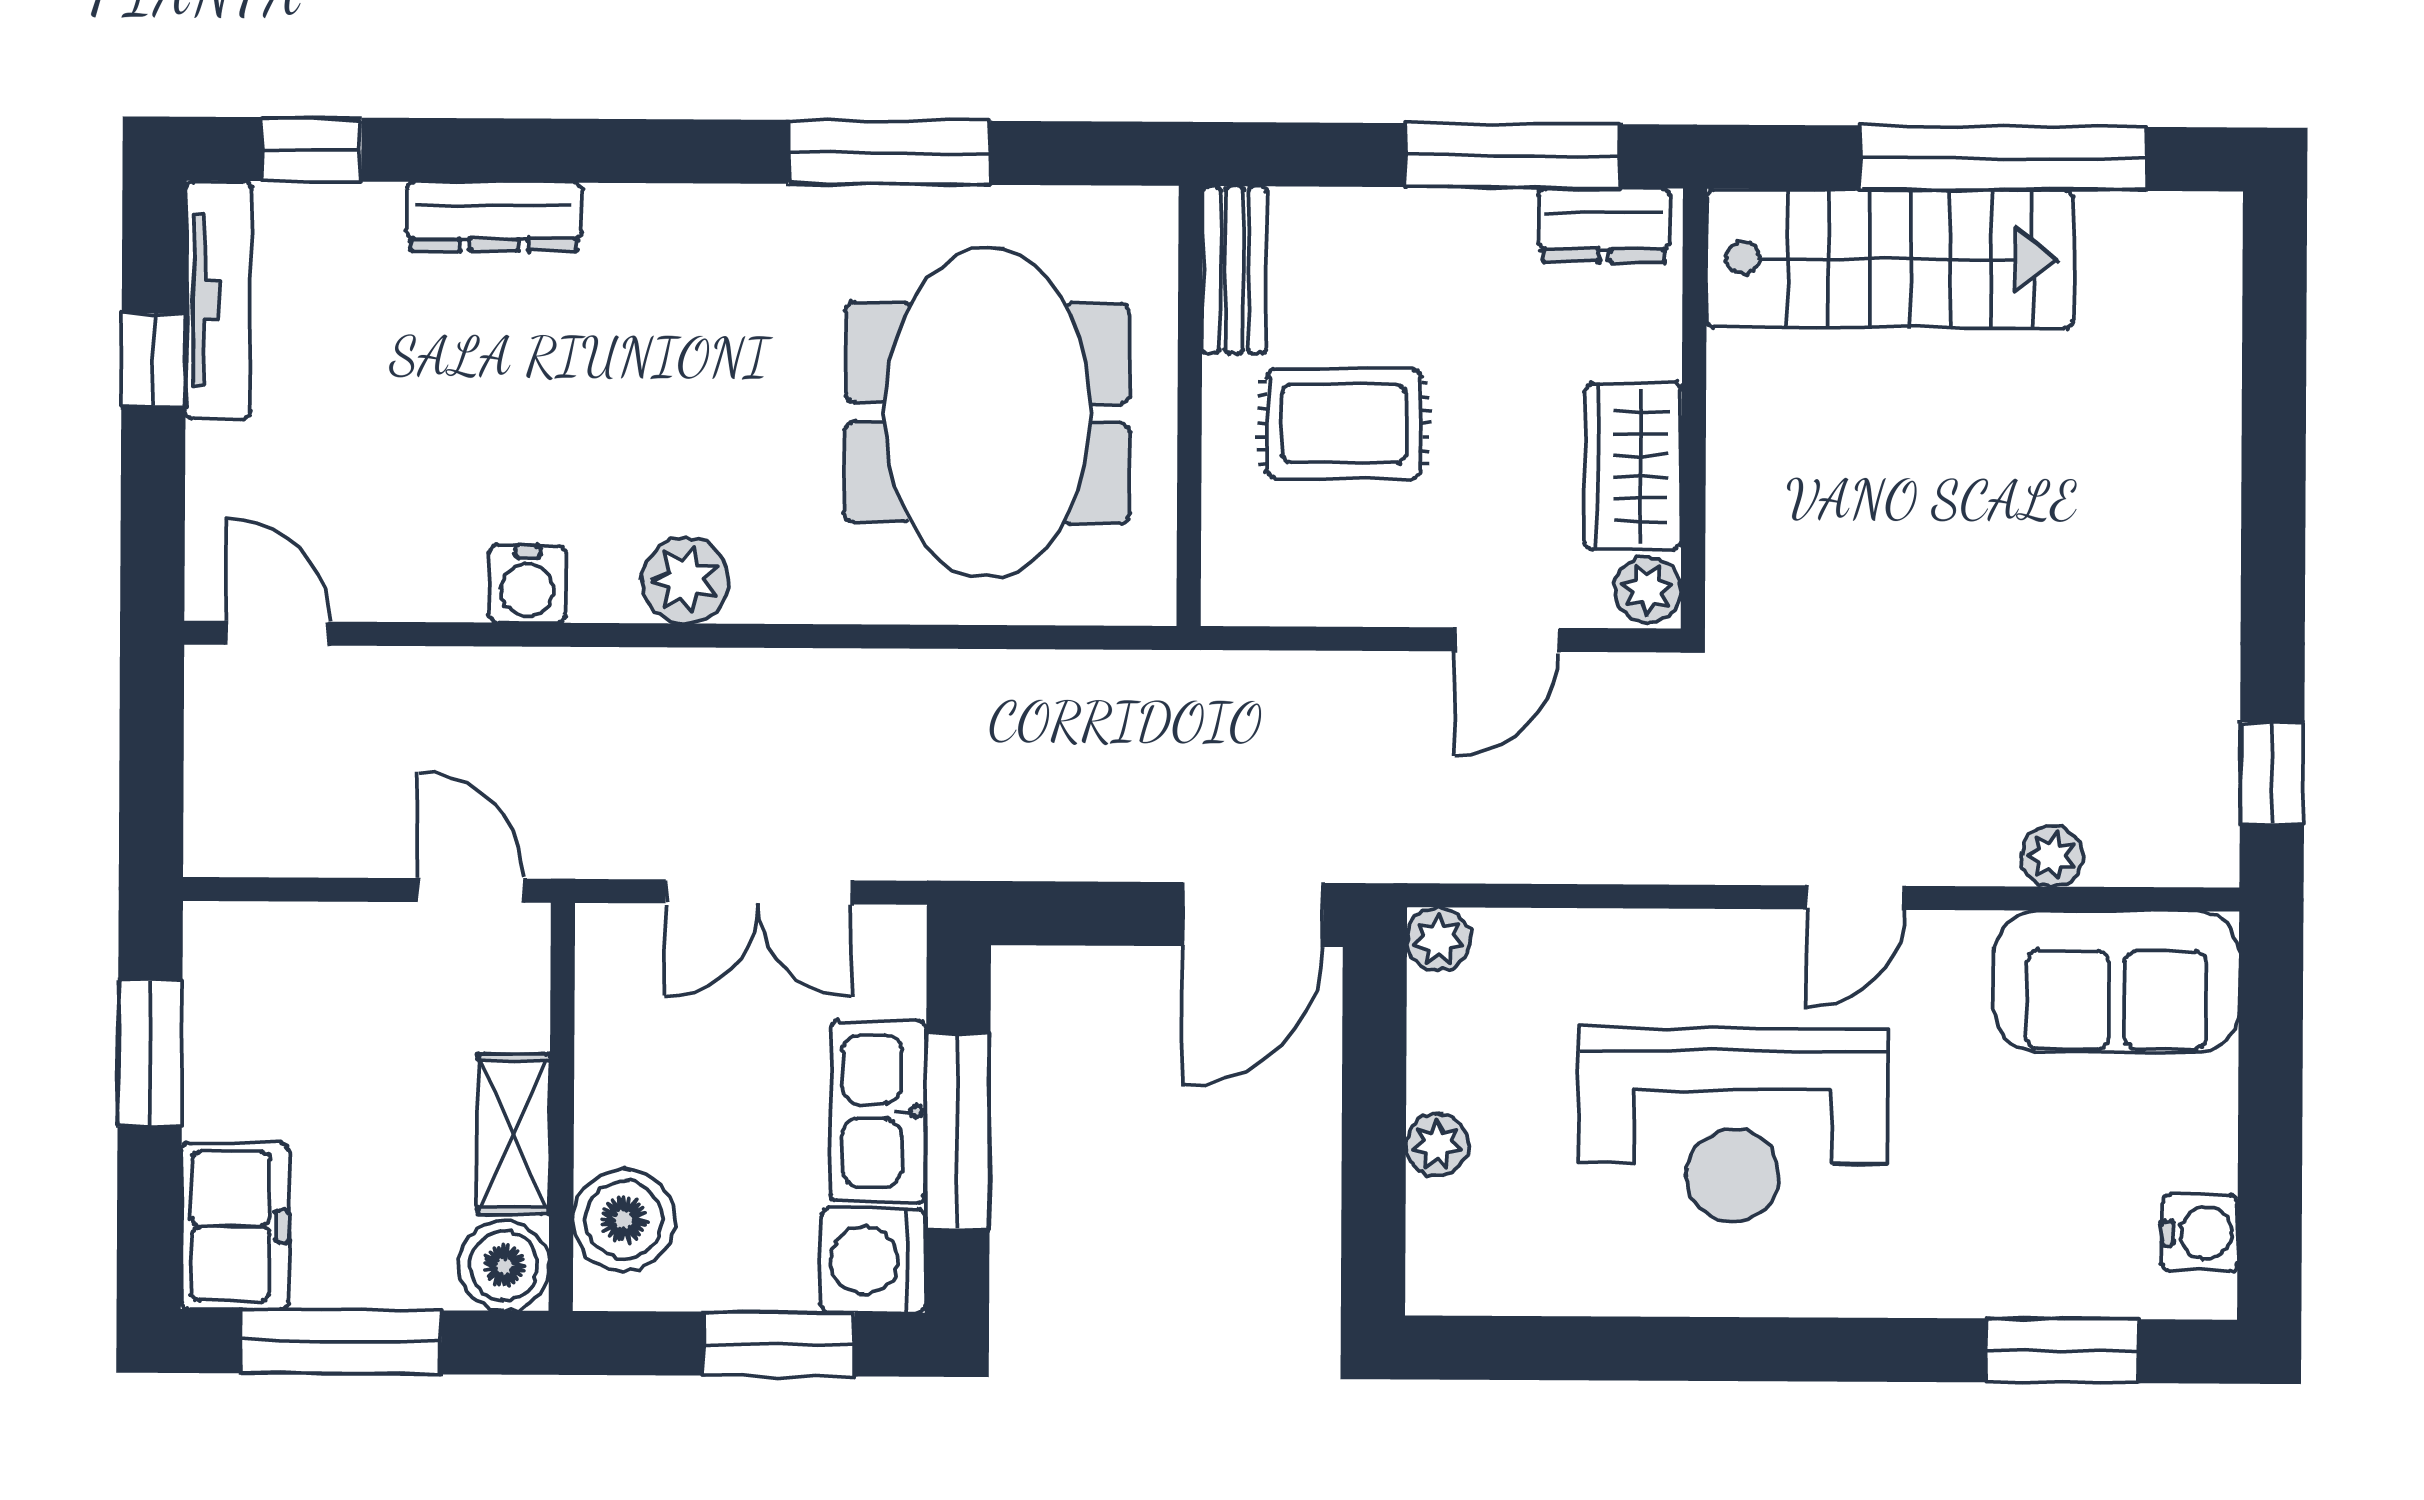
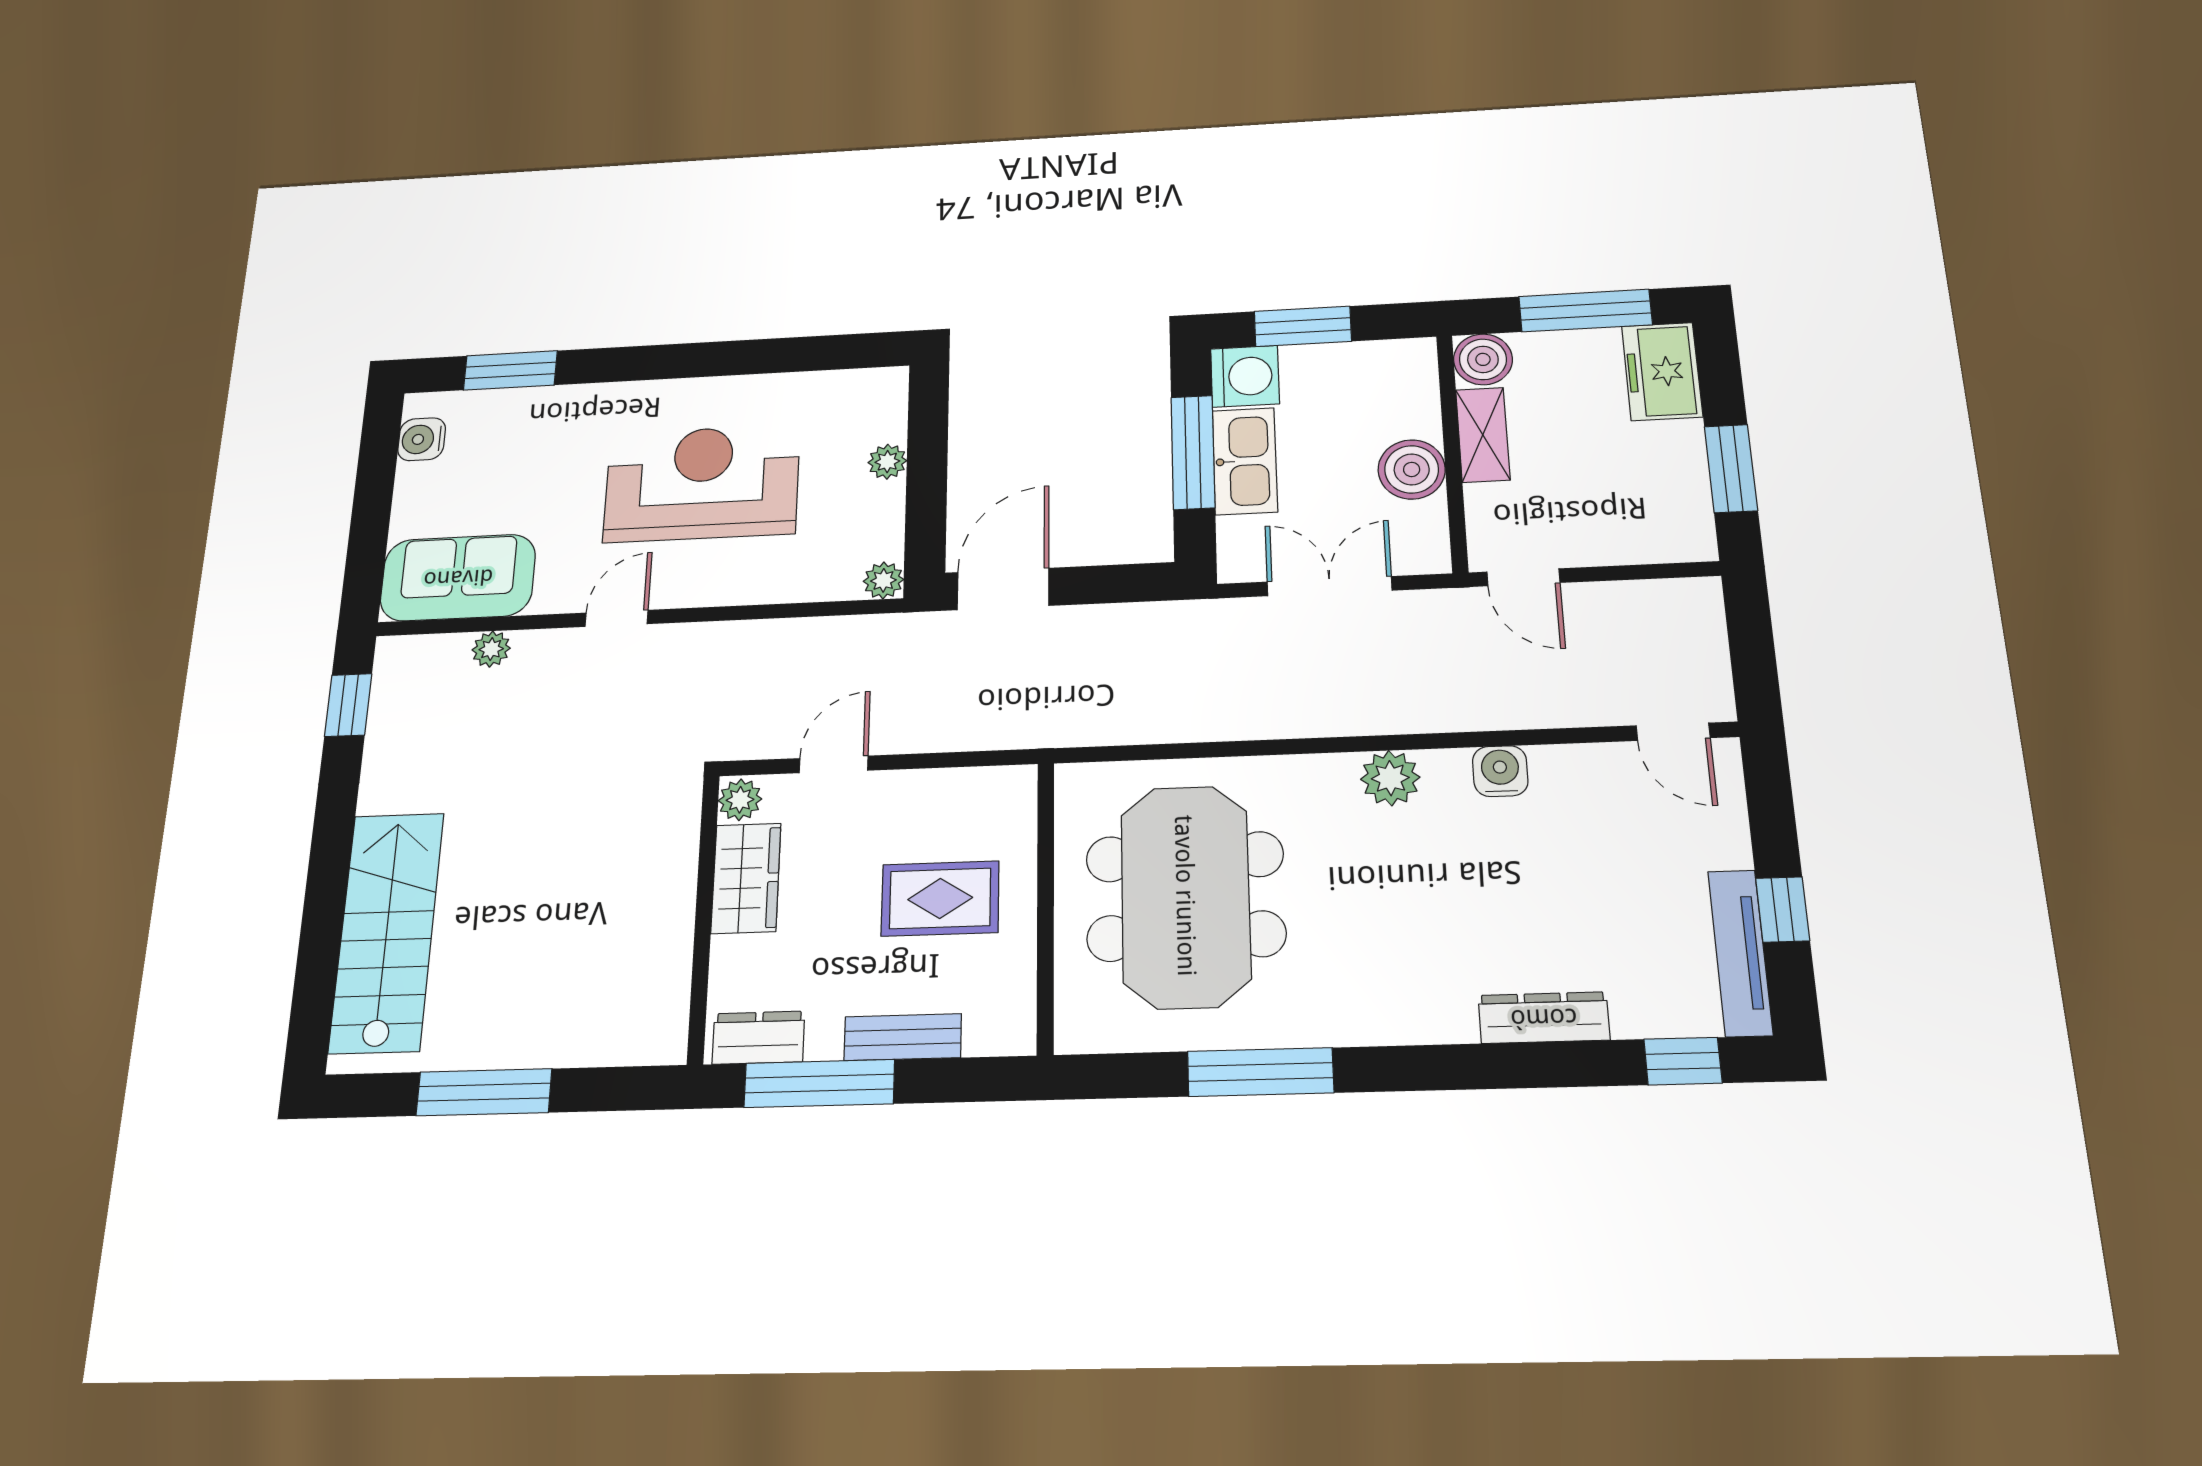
window: (2003, 158) -> (484, 1092), width x0.68
stairs: (1890, 259) -> (387, 932), moved, turned 90
bench: (1234, 270) -> (903, 1037), moved, turned 90
boiler: (624, 1220) -> (1412, 469), moved

